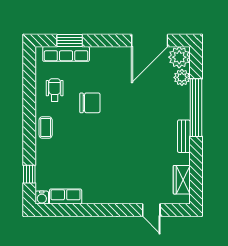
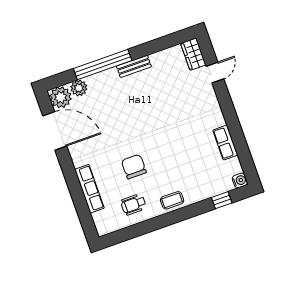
window: (70, 41) -> (82, 207), removed
row of seats: (66, 54) -> (89, 189), moved
wardrobe: (182, 180) -> (193, 54), moved, turned 90
row of seats: (66, 197) -> (225, 143), moved

